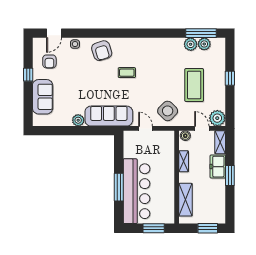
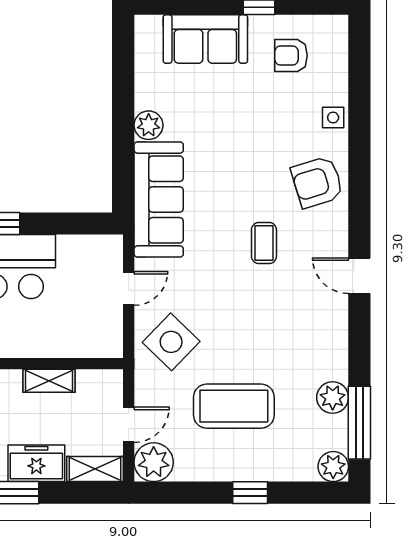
door: (54, 33) -> (359, 276), moved
plant: (204, 44) -> (333, 467), moved
boiler: (185, 136) -> (111, 385), removed

